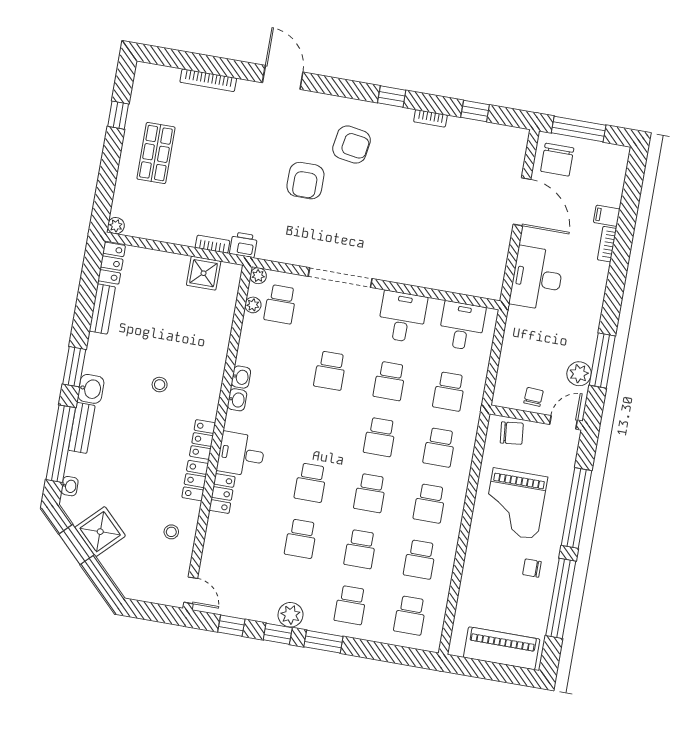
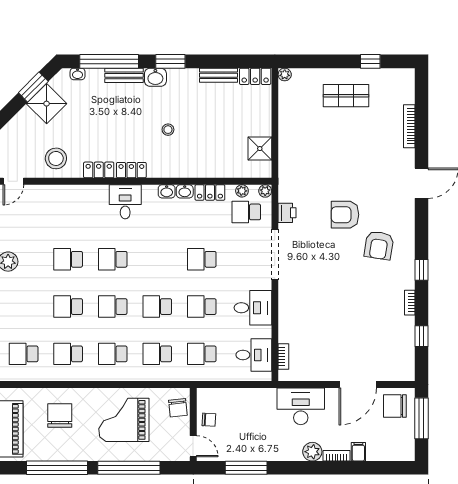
bookcase: (213, 244) -> (283, 357), moved
printer: (244, 245) -> (287, 213), moved
plant: (579, 374) -> (312, 452), moved
locker: (222, 493) -> (210, 193), moved
stool: (171, 532) -> (56, 158), width x1.89, depth x1.89
chair: (532, 568) -> (60, 415), moved, width x1.87, depth x1.87
school desk: (351, 605) -> (24, 307), removed

